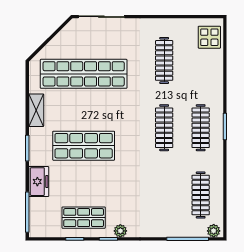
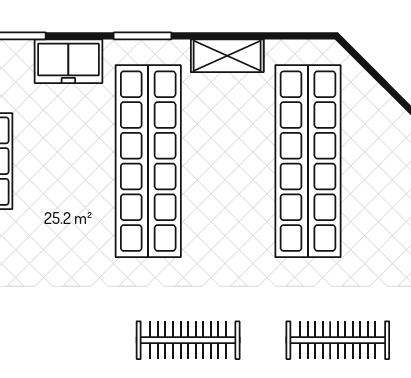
shop shelf: (84, 146) -> (148, 161), width x1.40

